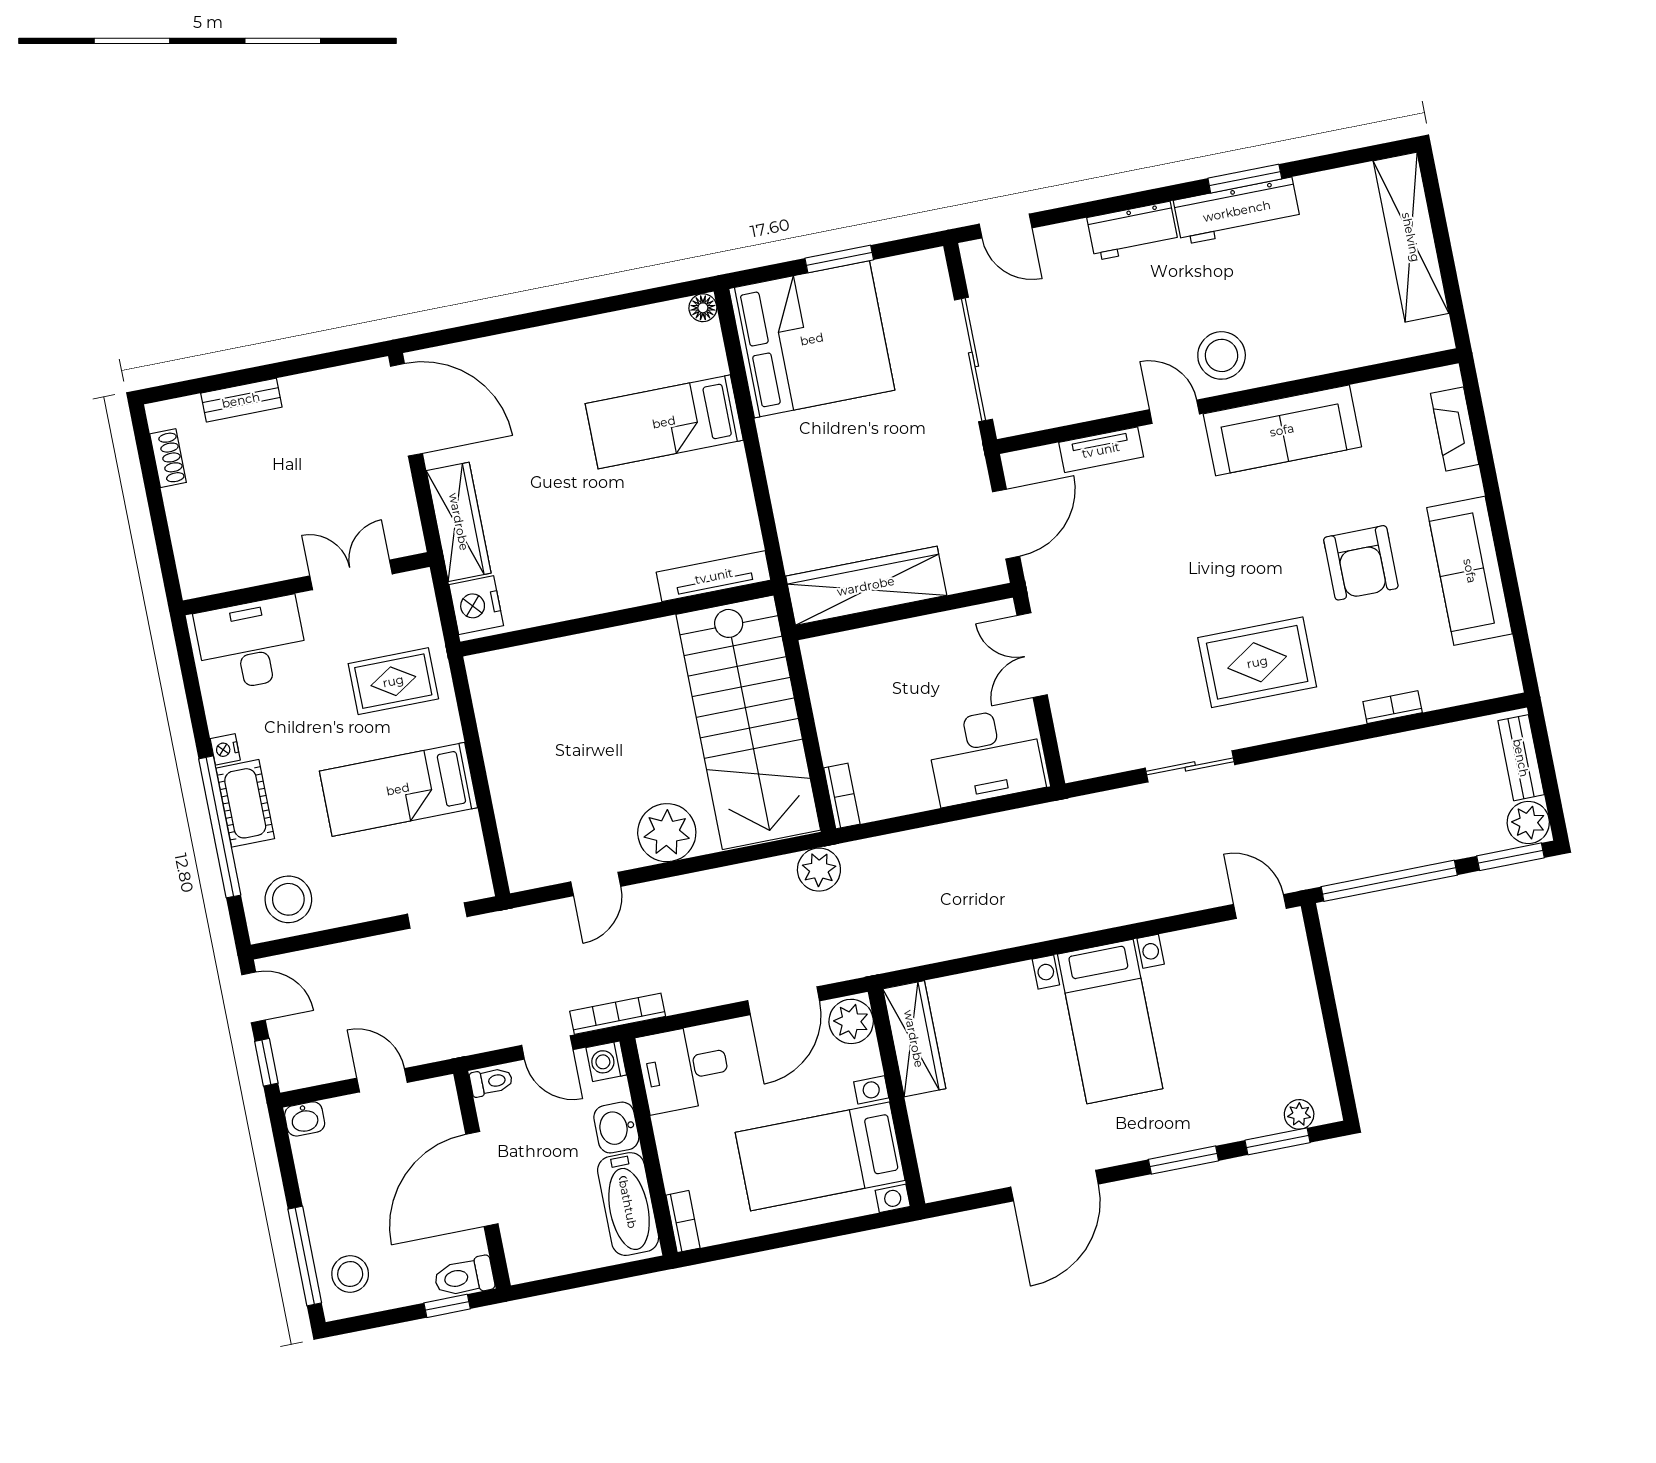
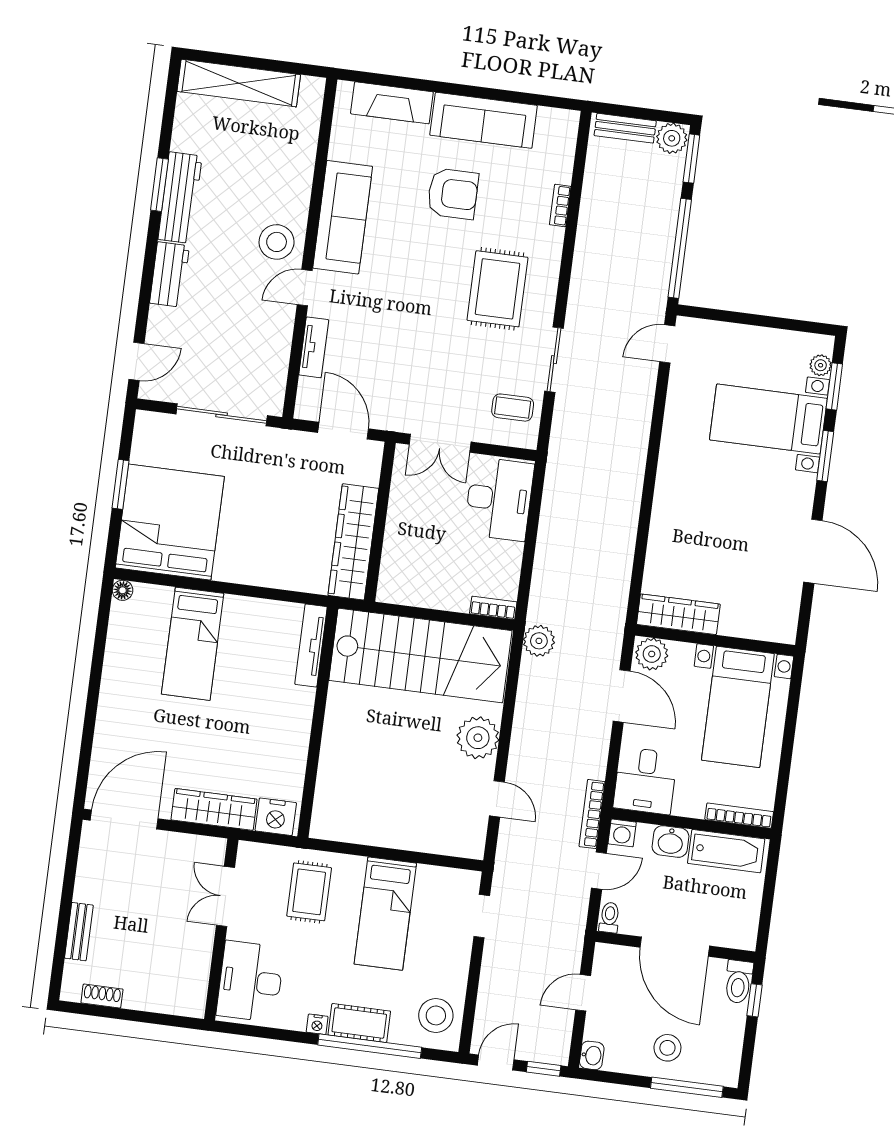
fireplace: (1455, 429) -> (392, 103), width x1.37, depth x1.32
coffee table: (1110, 734) -> (513, 408), added
bed with nightstands: (1110, 1021) -> (768, 419), moved, turned 180
bookcase: (683, 1222) -> (739, 816), width x1.56
stool: (350, 1274) -> (667, 1048), moved

